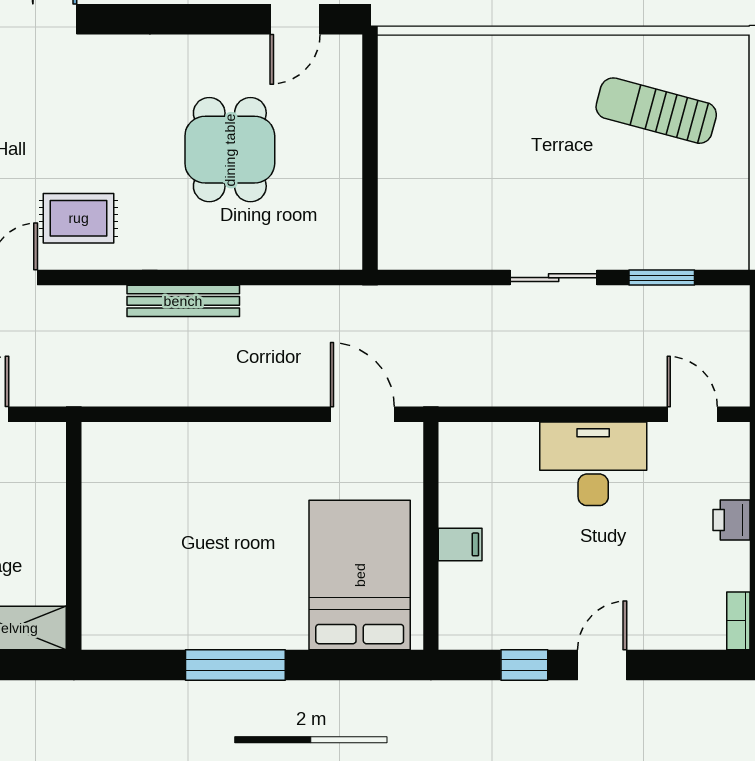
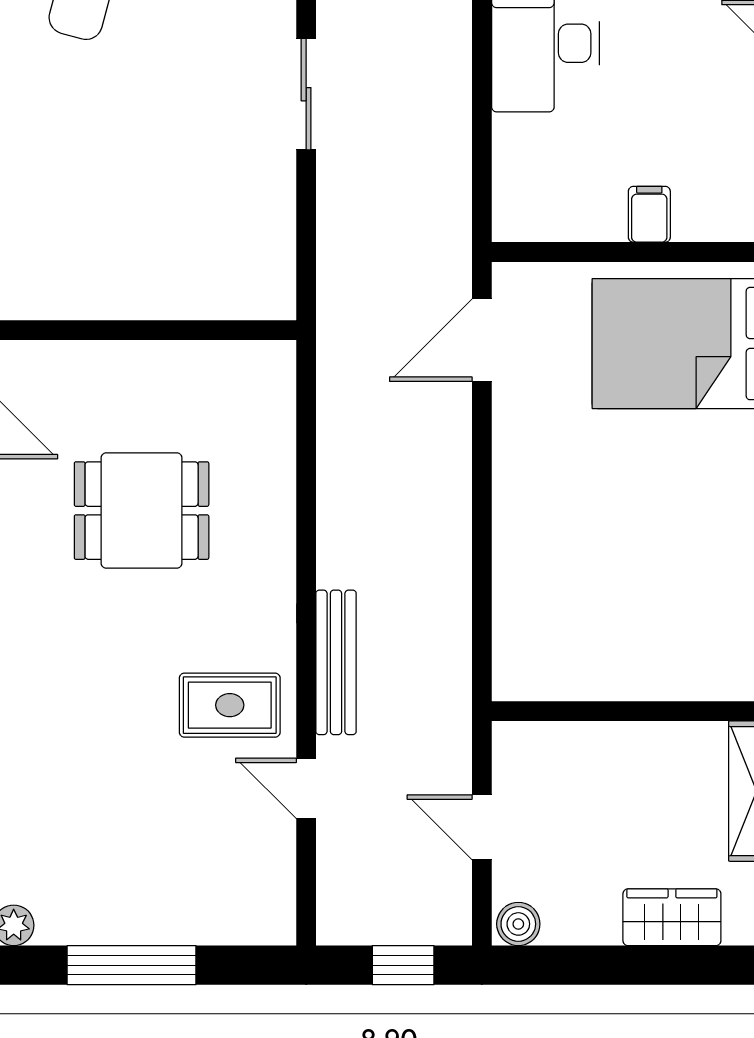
rug: (79, 218) -> (230, 705), turned 90
bench: (183, 301) -> (336, 662), moved

